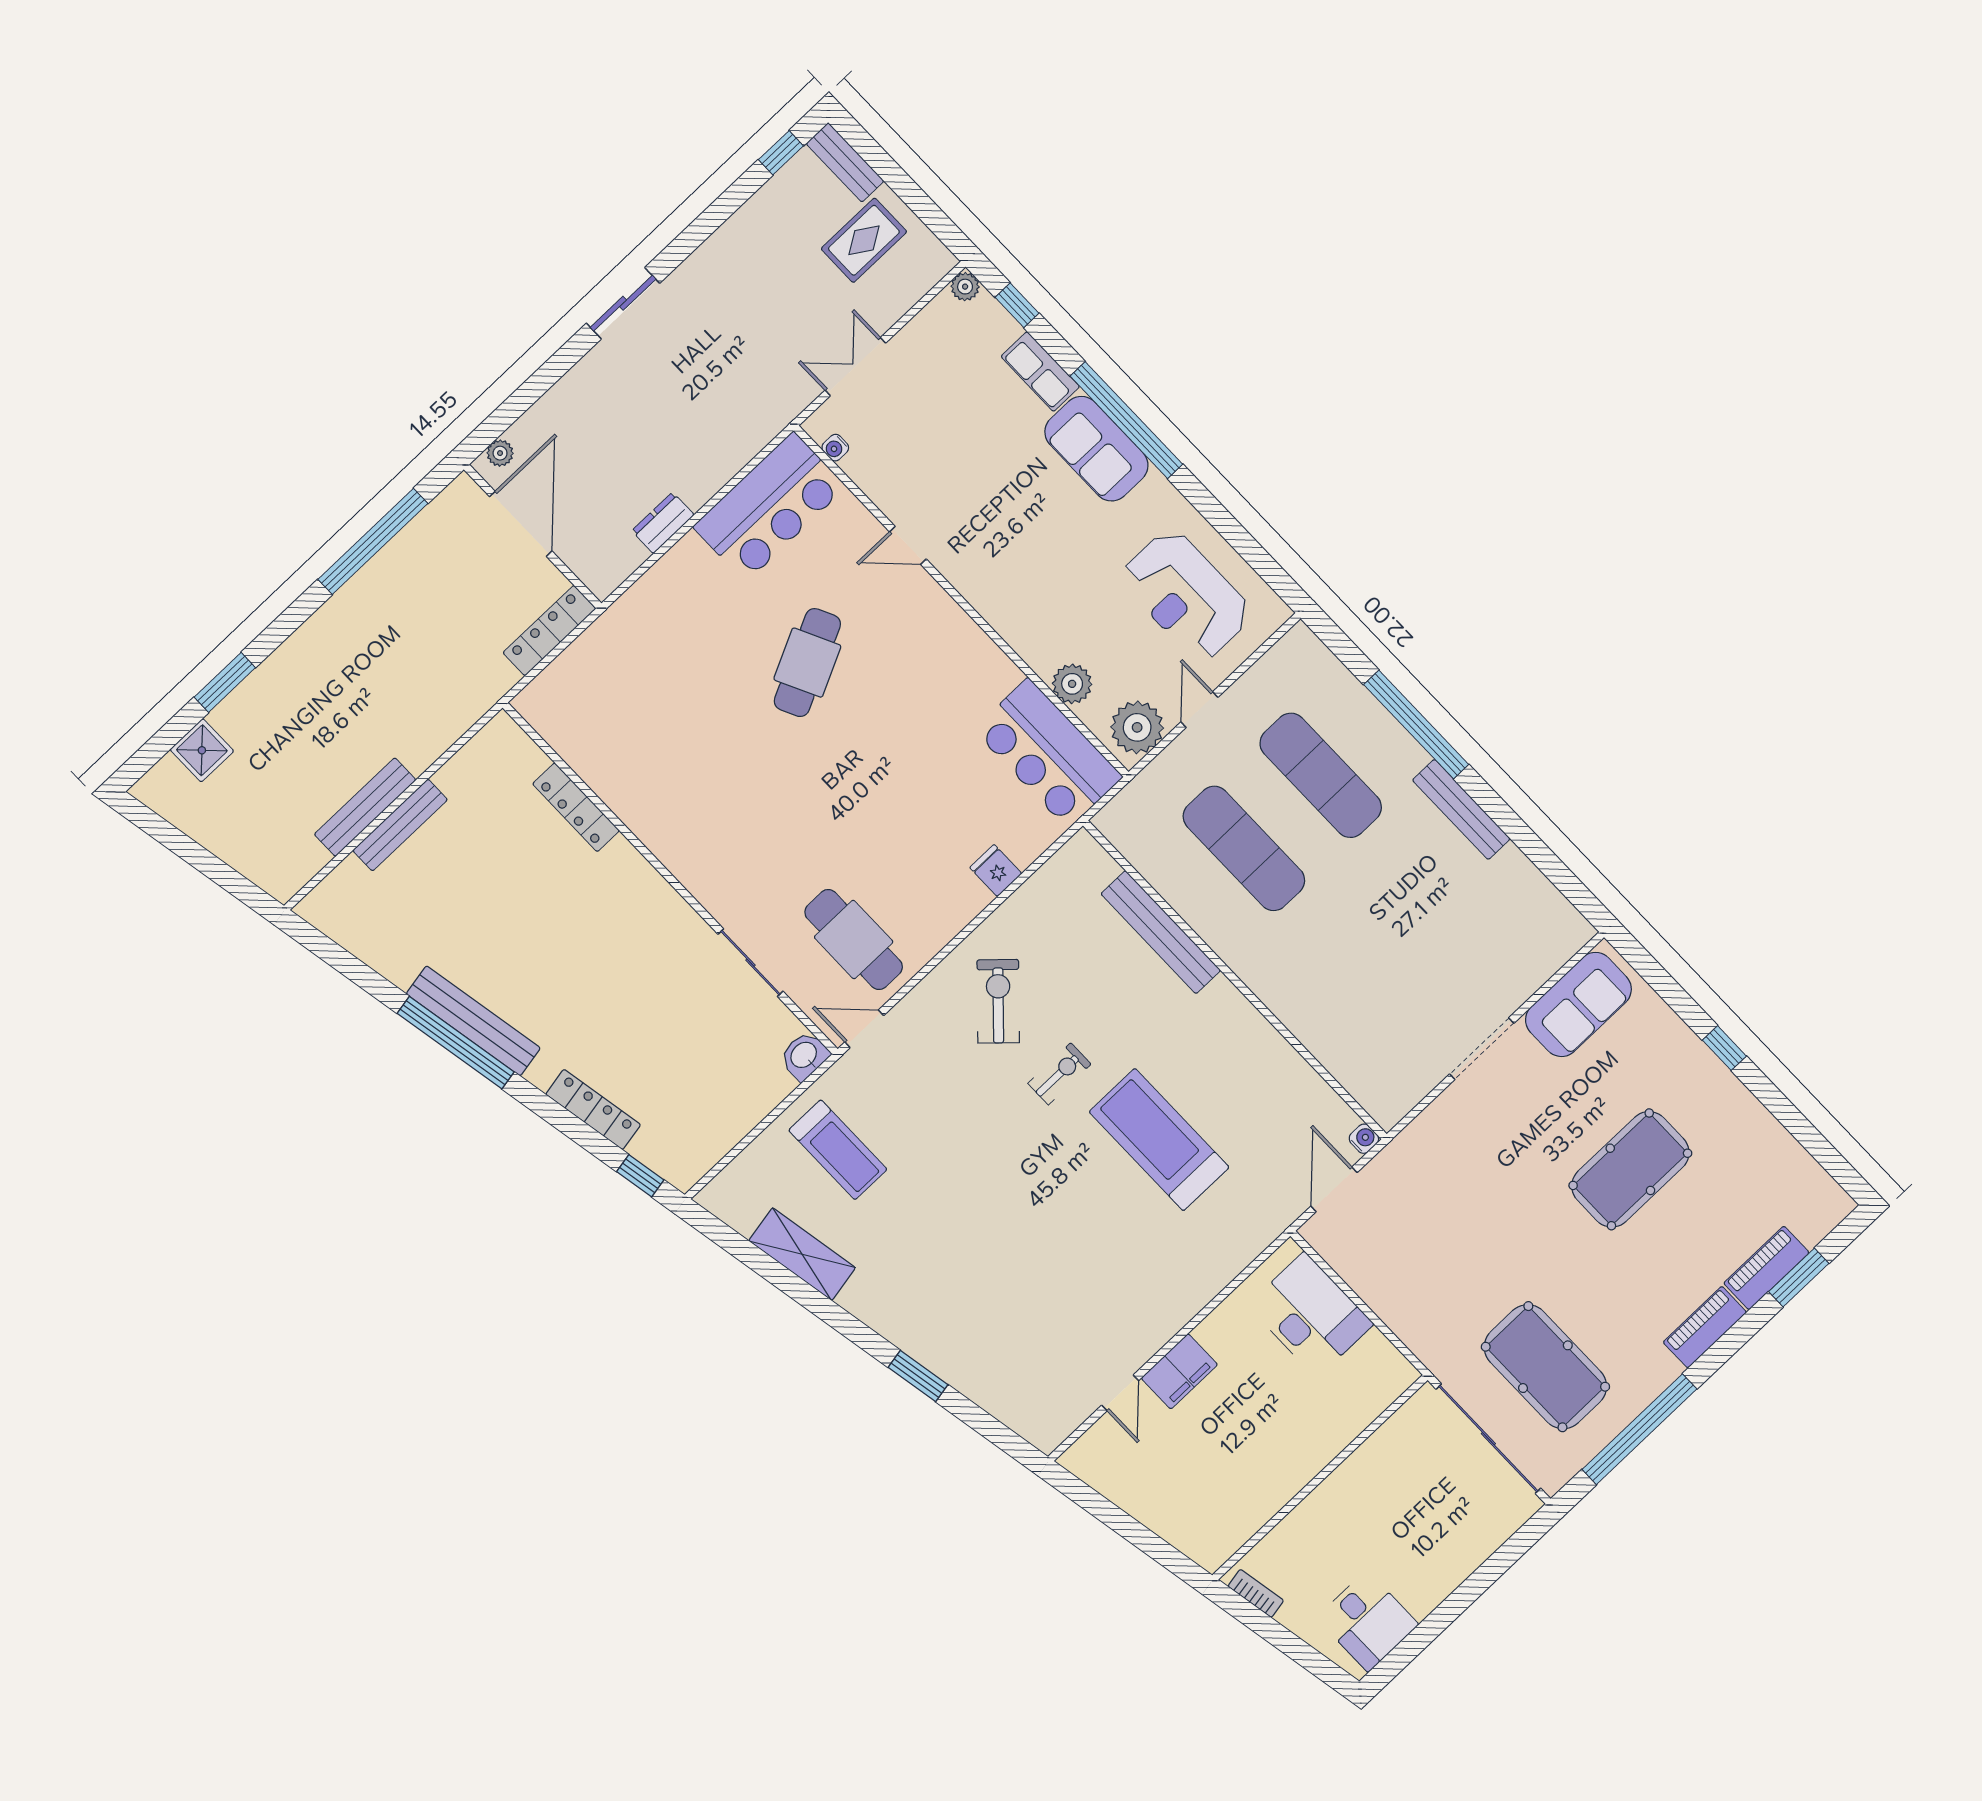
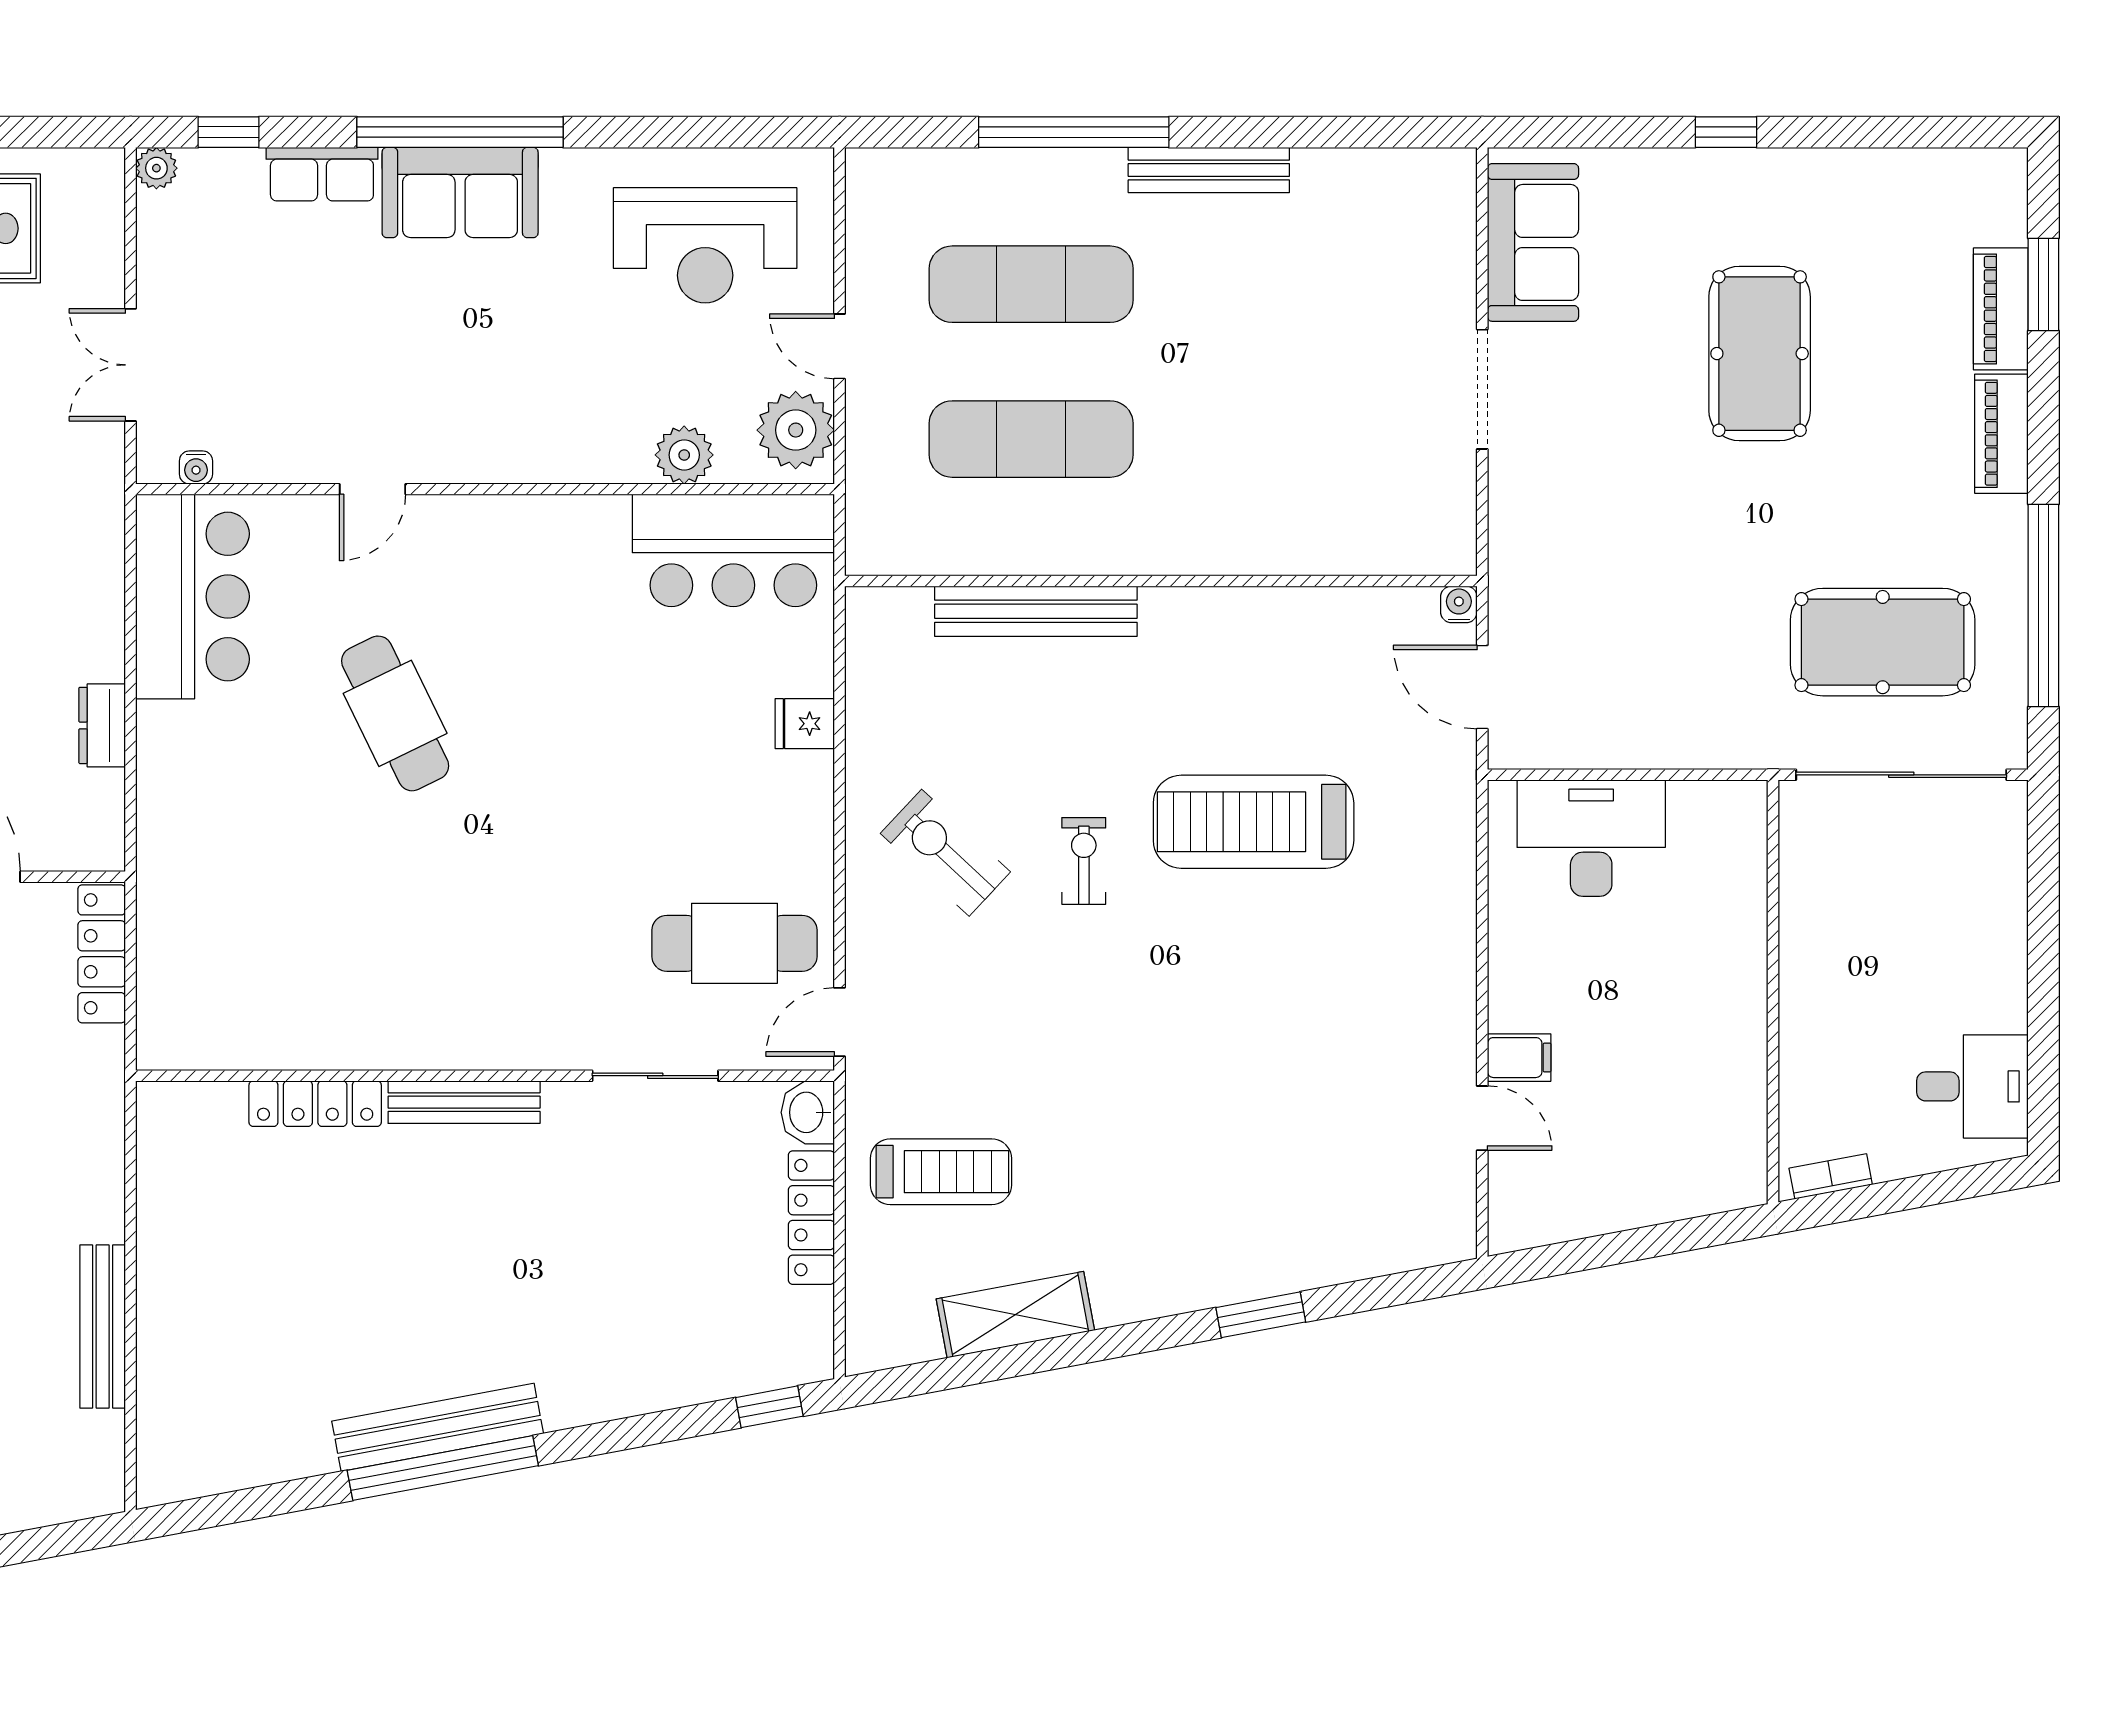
bench: (400, 825) -> (464, 1102), moved, turned 90
locker: (593, 1109) -> (811, 1218), moved, turned -79
filing cabinet: (1179, 1371) -> (1519, 1058), width x0.50

